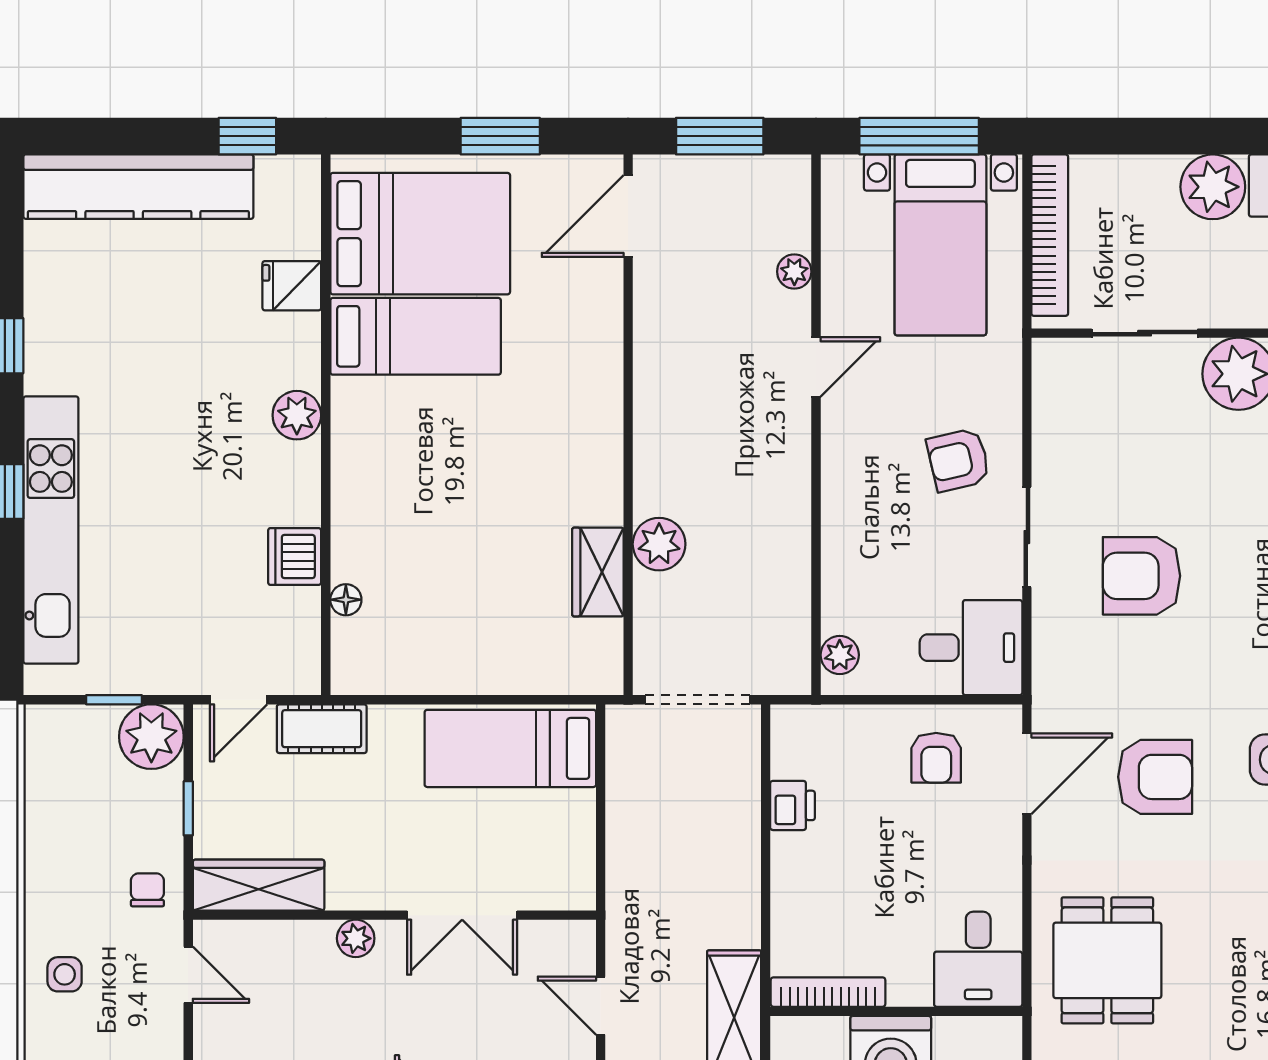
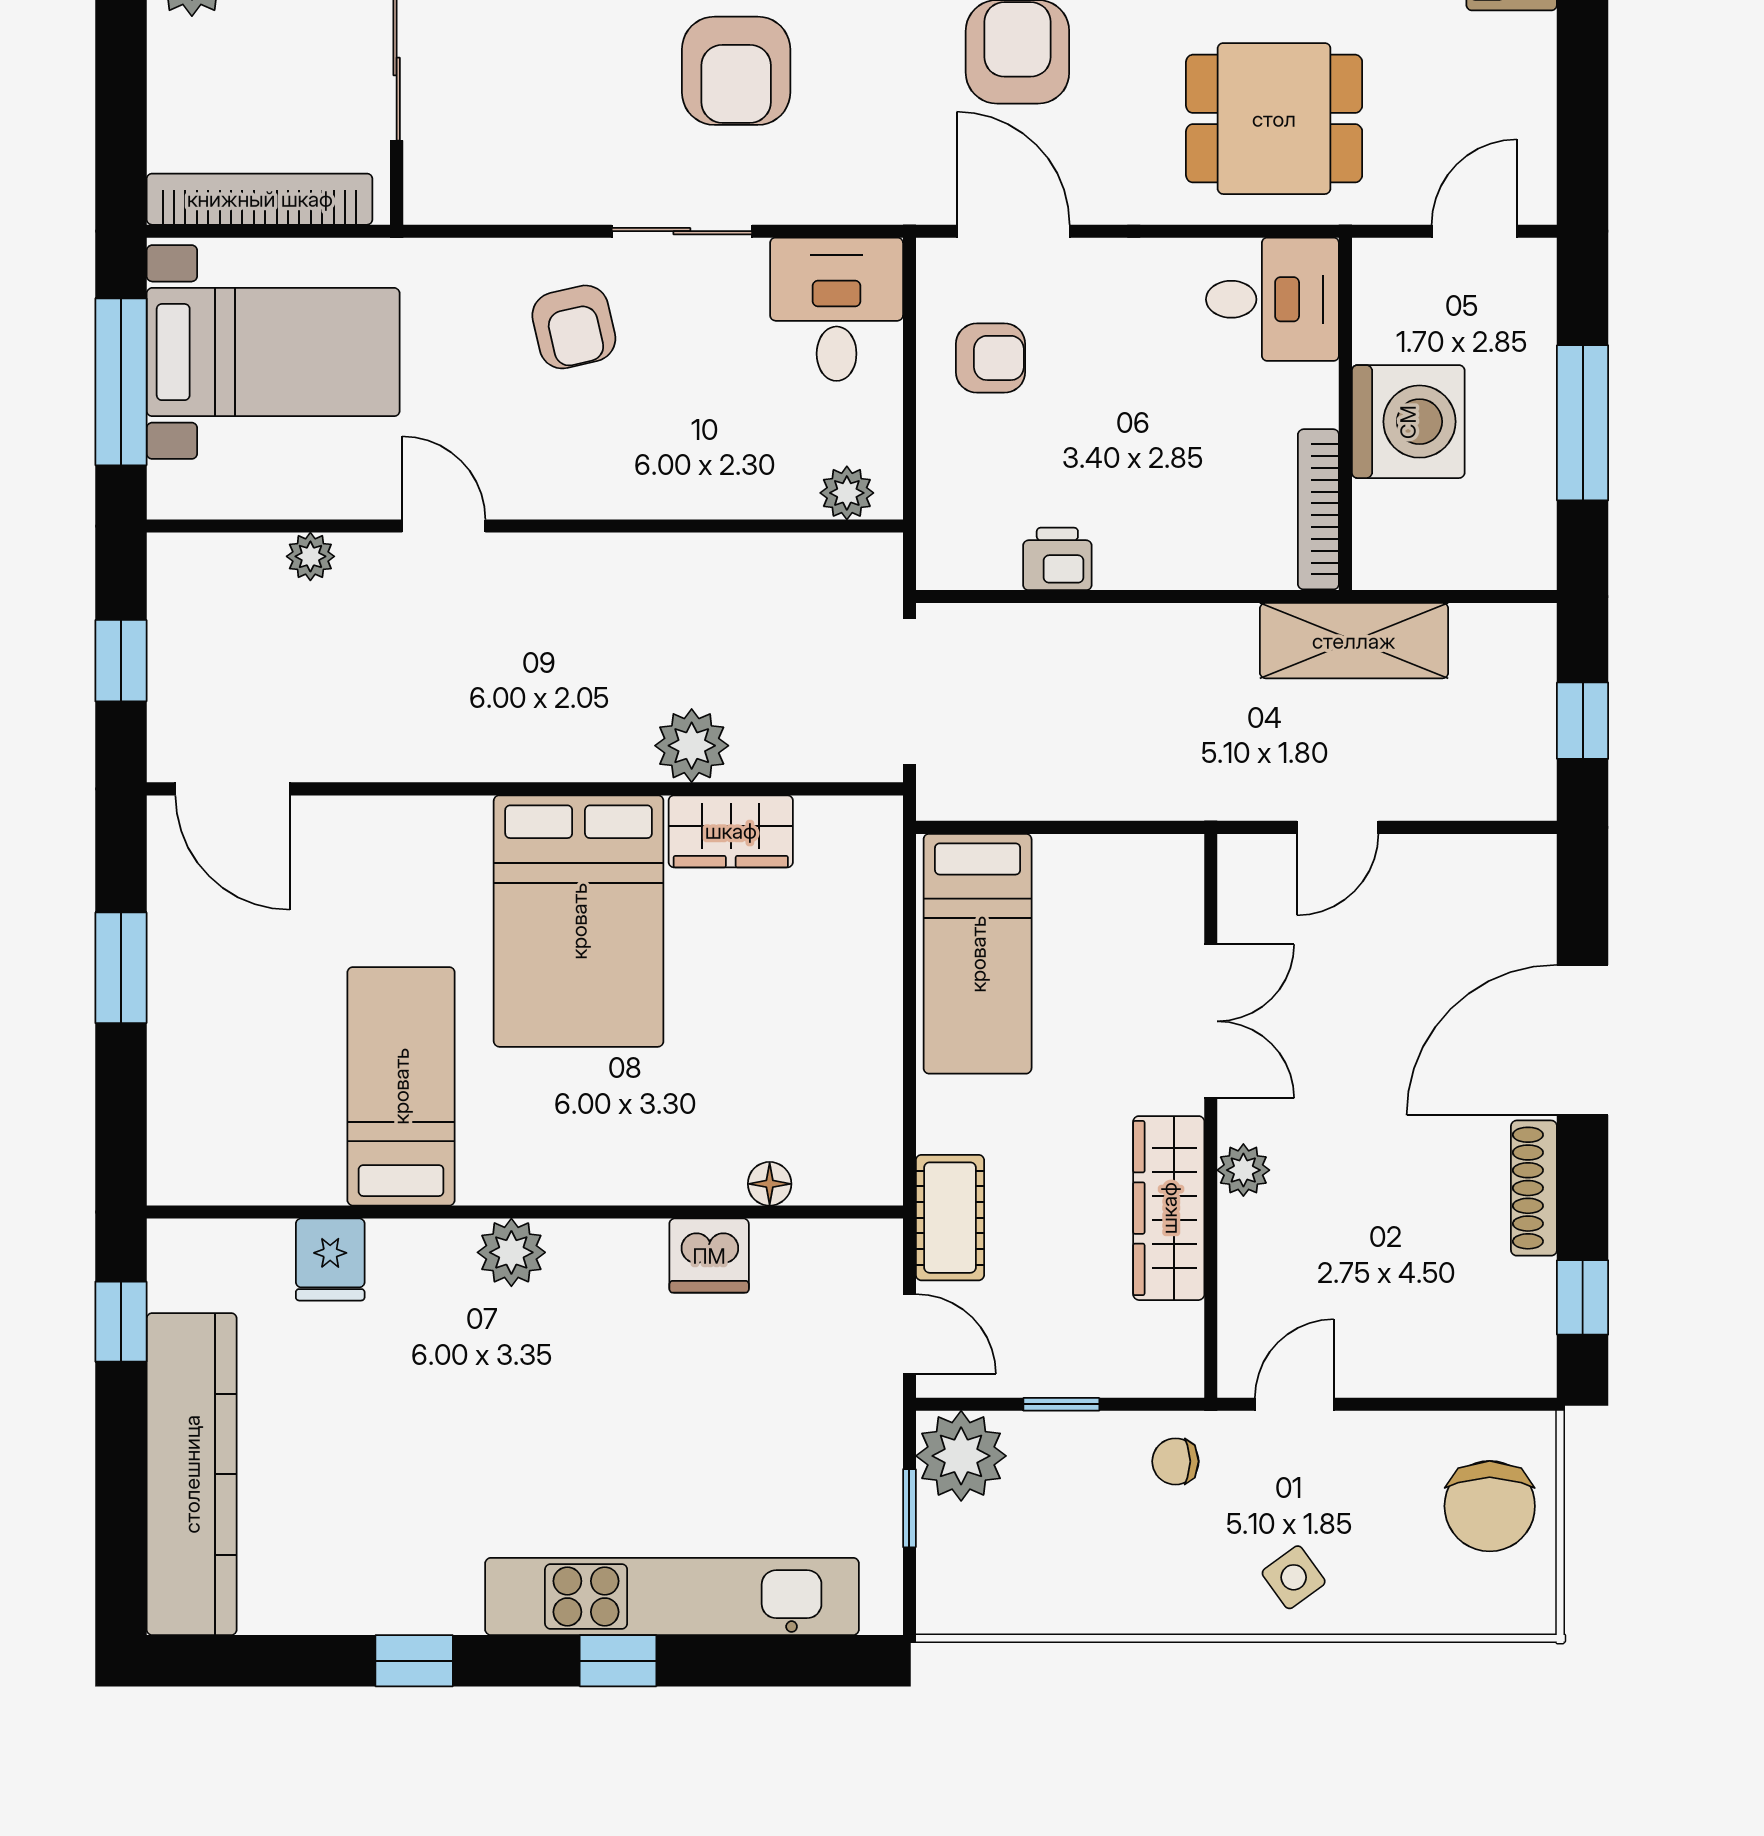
window: (720, 136) -> (121, 661), width x0.67
bed: (420, 234) -> (579, 921), moved, turned 180
wardrobe: (259, 885) -> (1169, 1208), moved
side table: (65, 974) -> (1294, 1577), turned -36

